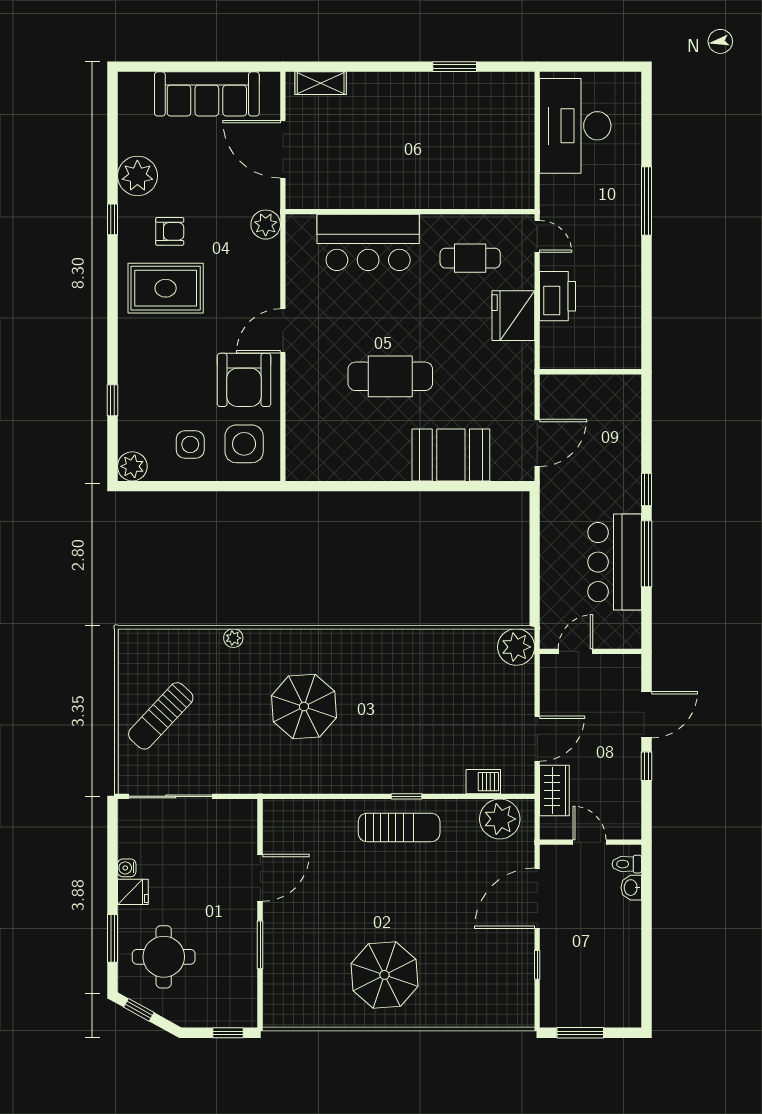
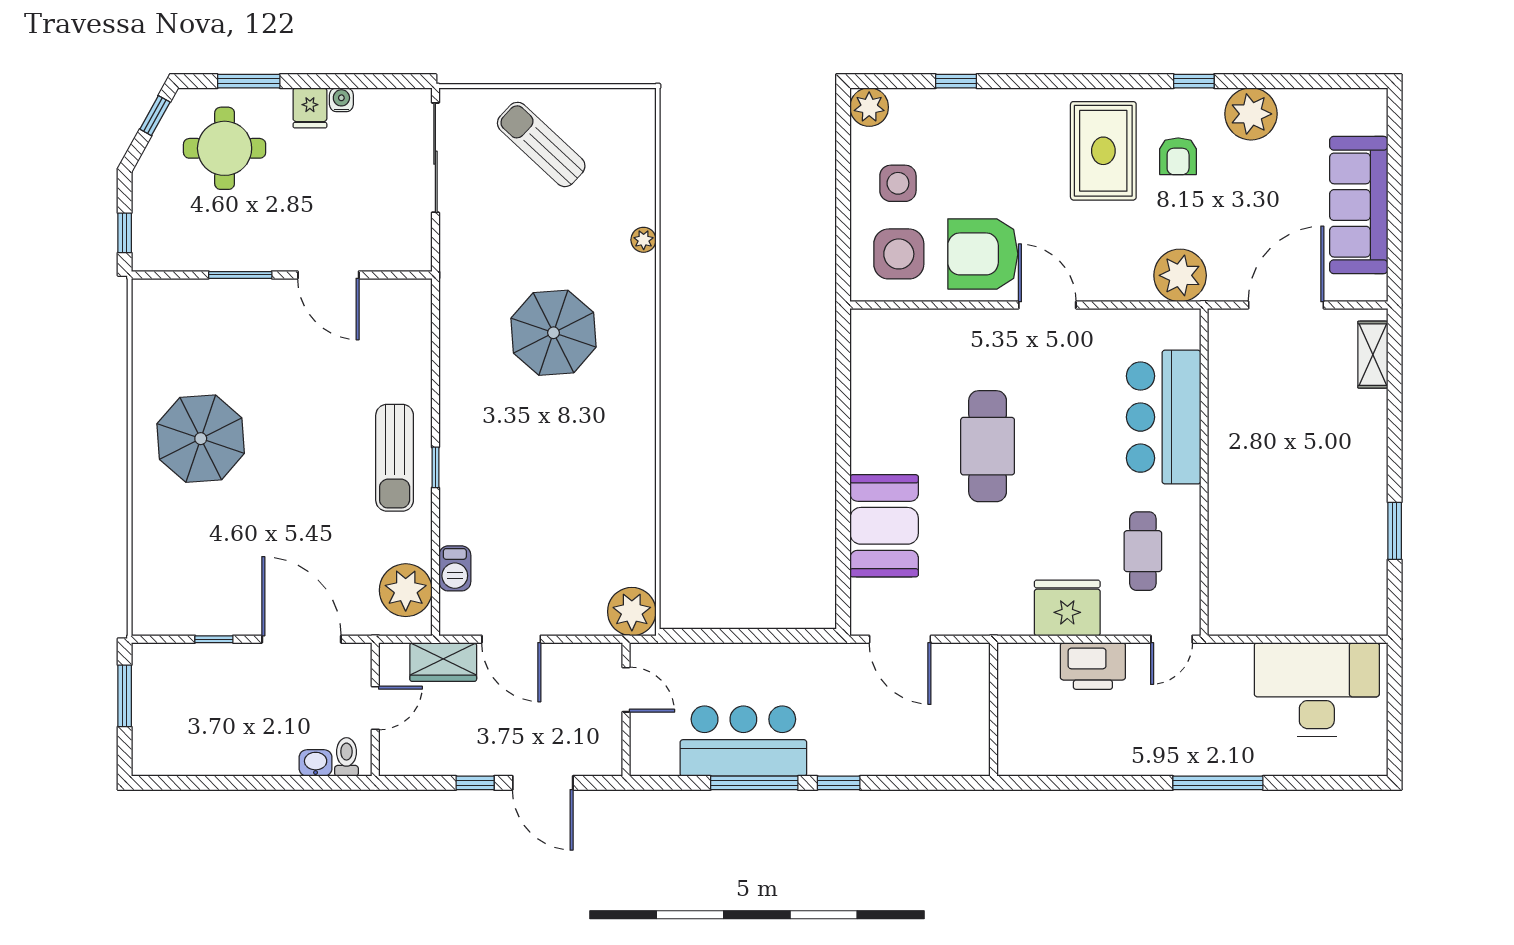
plant: (266, 225) -> (1180, 275), width x1.36, depth x1.36

